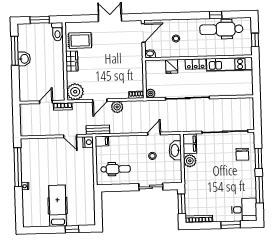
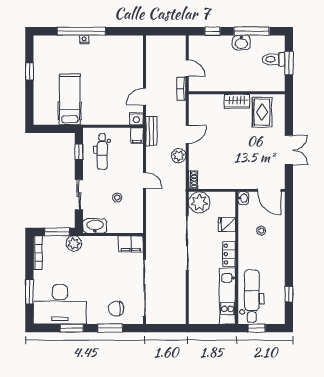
window: (216, 15) -> (289, 294), moved
dental chair: (221, 29) -> (252, 296), moved
toilet: (57, 32) -> (274, 59), moved
window: (16, 82) -> (212, 31), added
plant: (75, 92) -> (199, 104), removed
plant: (151, 93) -> (199, 202), width x1.87, depth x1.87
door: (100, 101) -> (187, 134), swing flipped
door: (154, 134) -> (144, 180), moved
washbasin: (175, 150) -> (95, 226), moved
plant: (190, 161) -> (74, 244), moved
window: (18, 167) -> (81, 31), moved
window: (116, 188) -> (79, 152), added
window: (259, 190) -> (72, 328), width x0.69
hospital bed: (58, 206) -> (70, 99), moved, turned -90
desk: (244, 210) -> (60, 304), width x1.87, depth x1.30
window: (72, 229) -> (29, 71), moved

